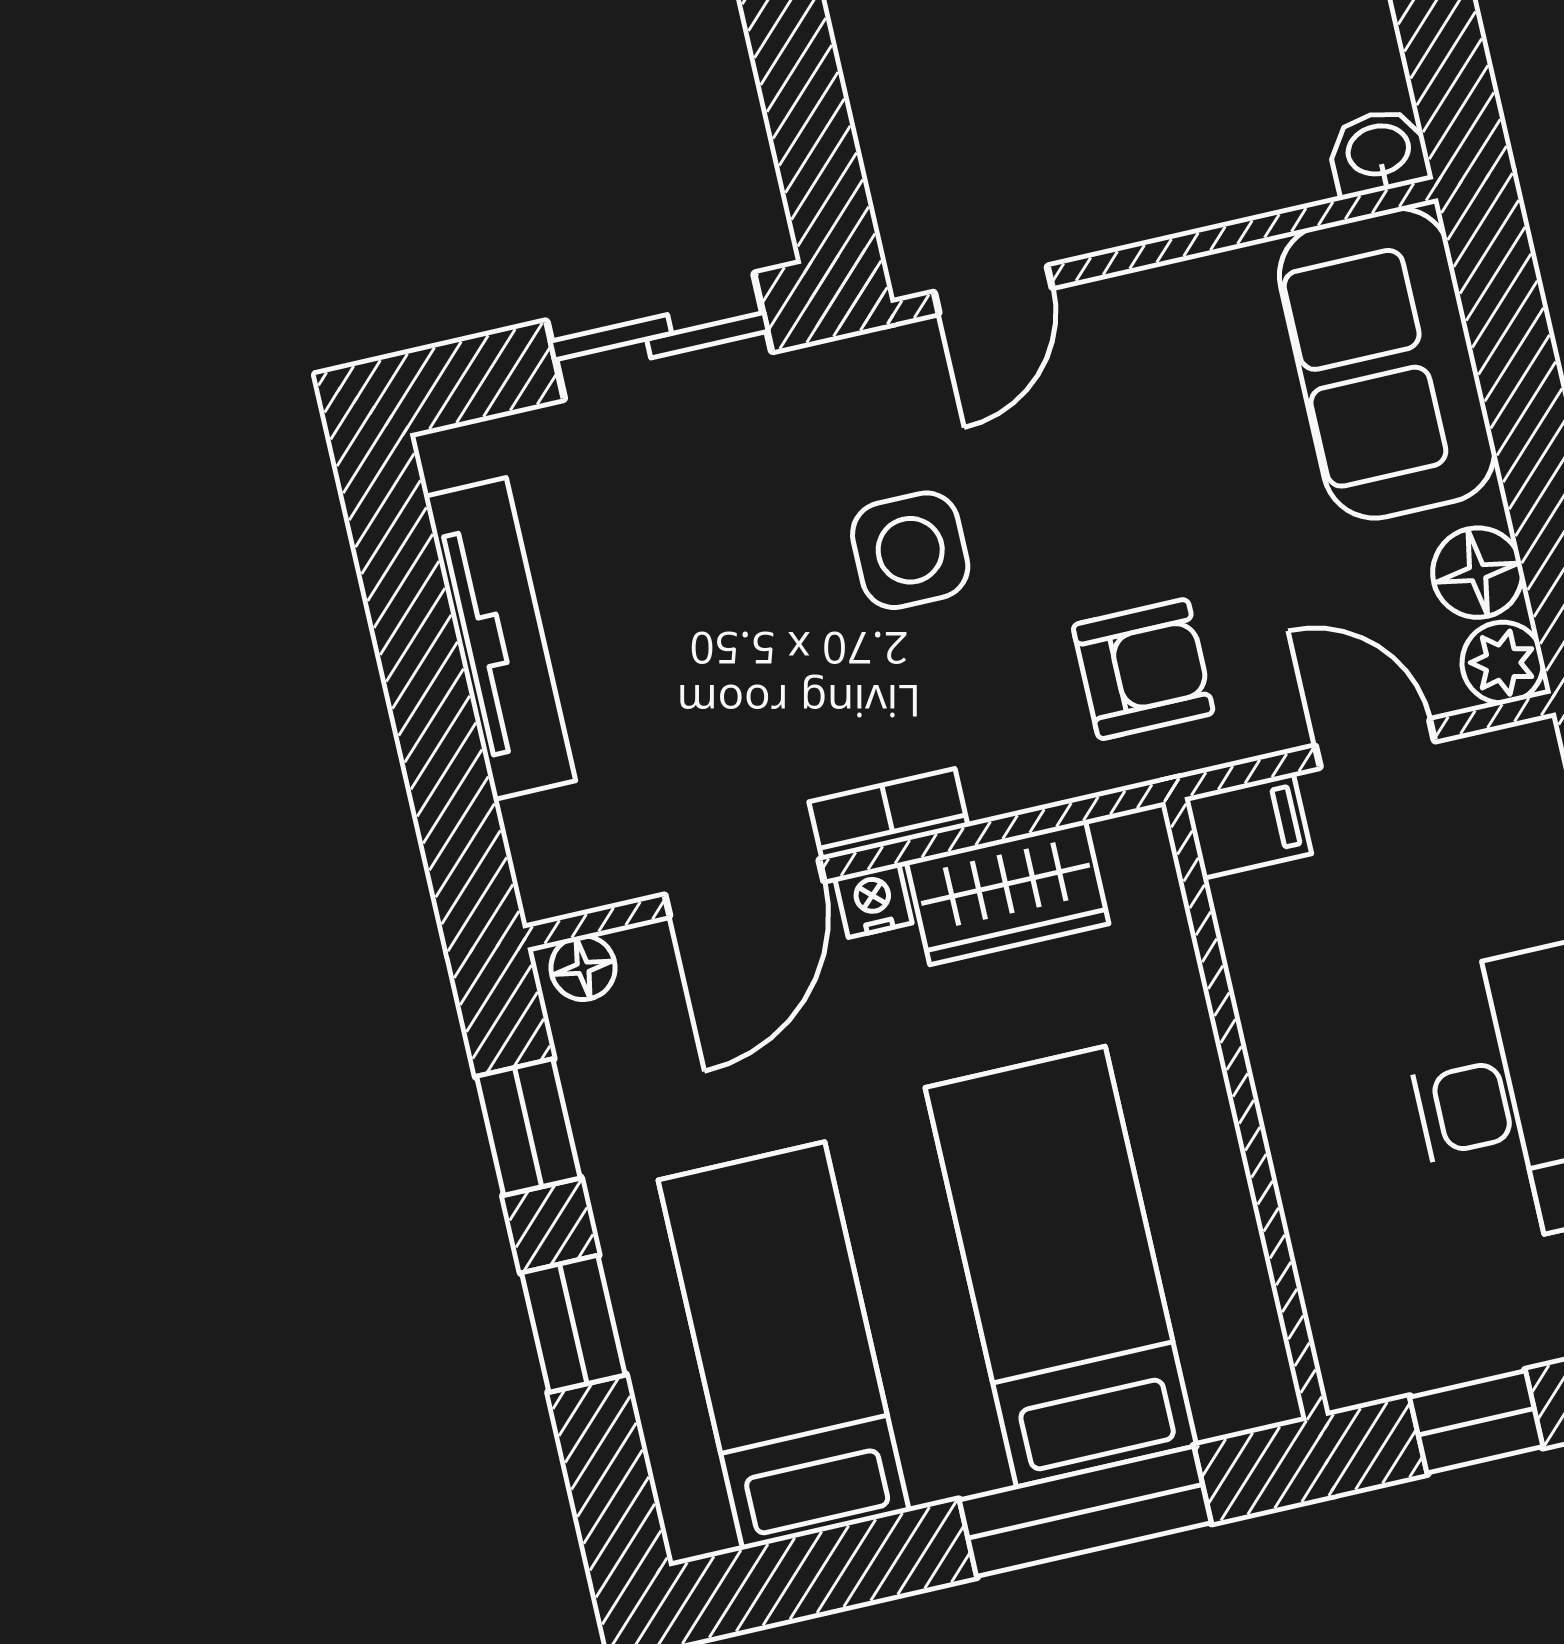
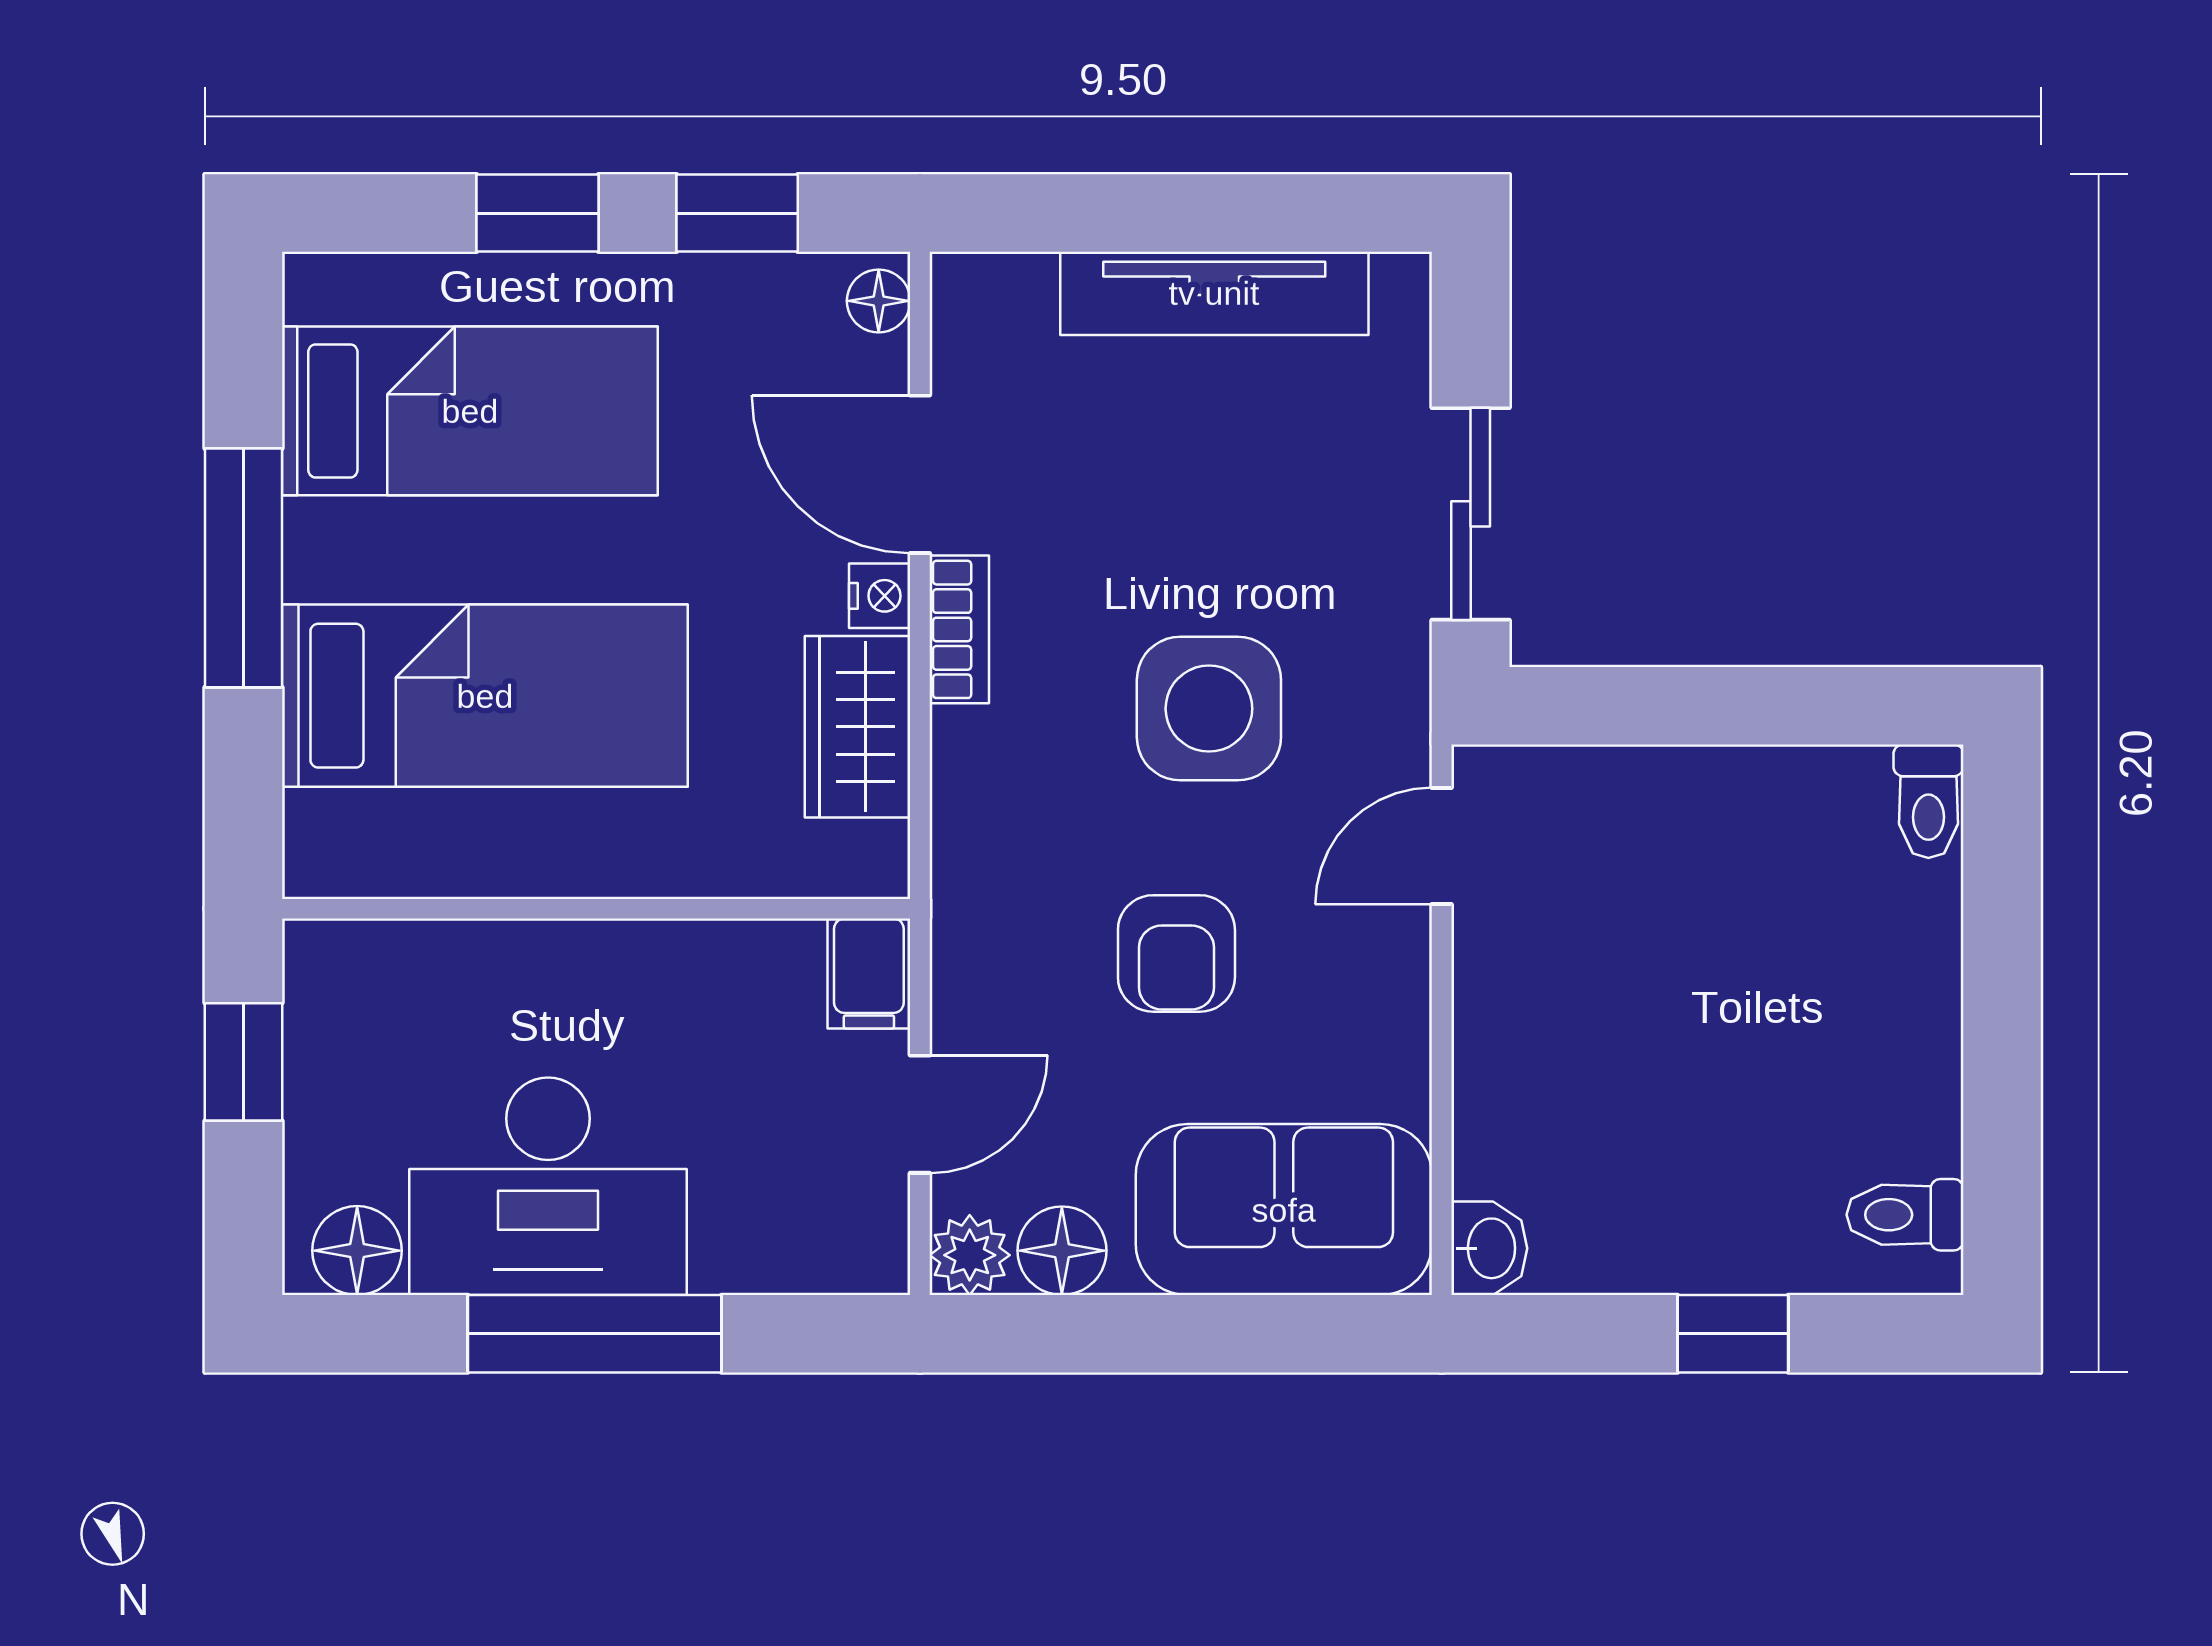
door: (993, 290) -> (1442, 846), hinge flipped
side table: (910, 550) -> (1209, 709), width x1.37, depth x1.37
armchair: (1143, 669) -> (1176, 953), moved
window: (1085, 1511) -> (244, 568), moved

